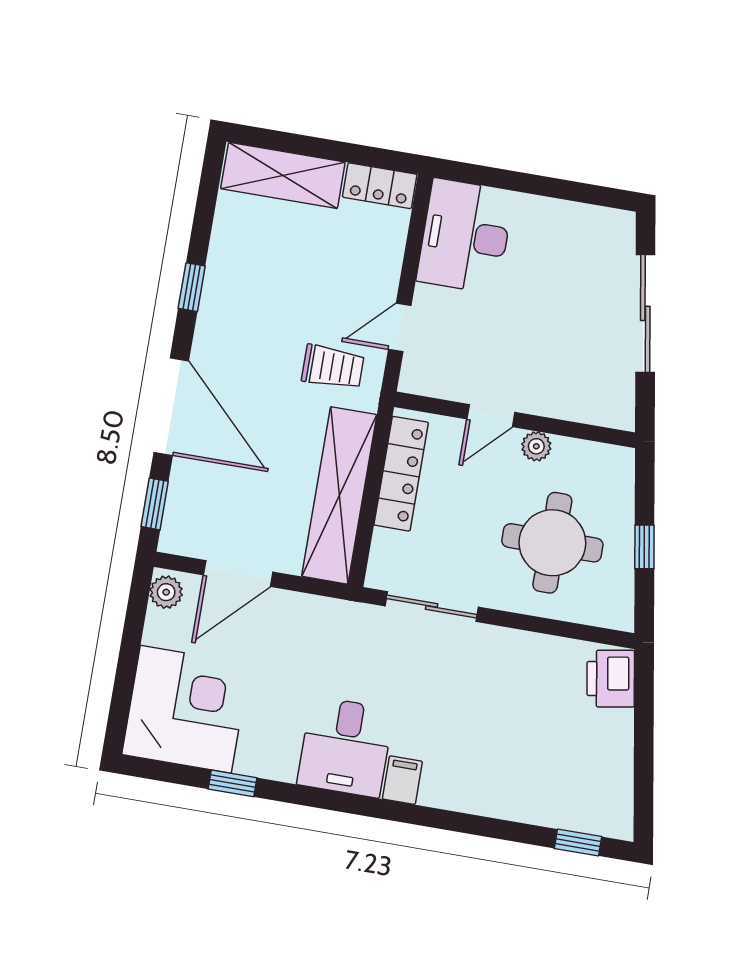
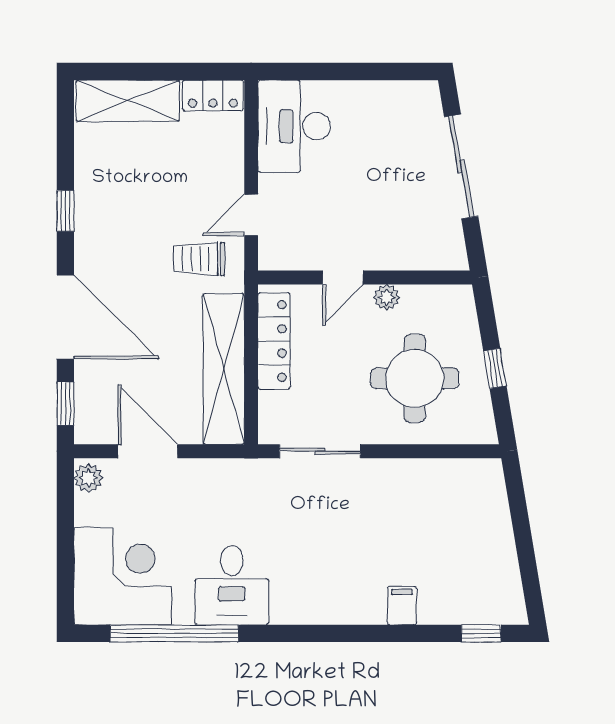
trolley: (333, 367) -> (199, 259), turned 180
door: (238, 573) -> (148, 451), swing flipped
printer: (611, 679) -> (485, 487), removed
desk: (345, 747) -> (232, 585), moved
filing cabinet: (402, 780) -> (402, 606), moved
window: (233, 783) -> (174, 633), width x3.17

